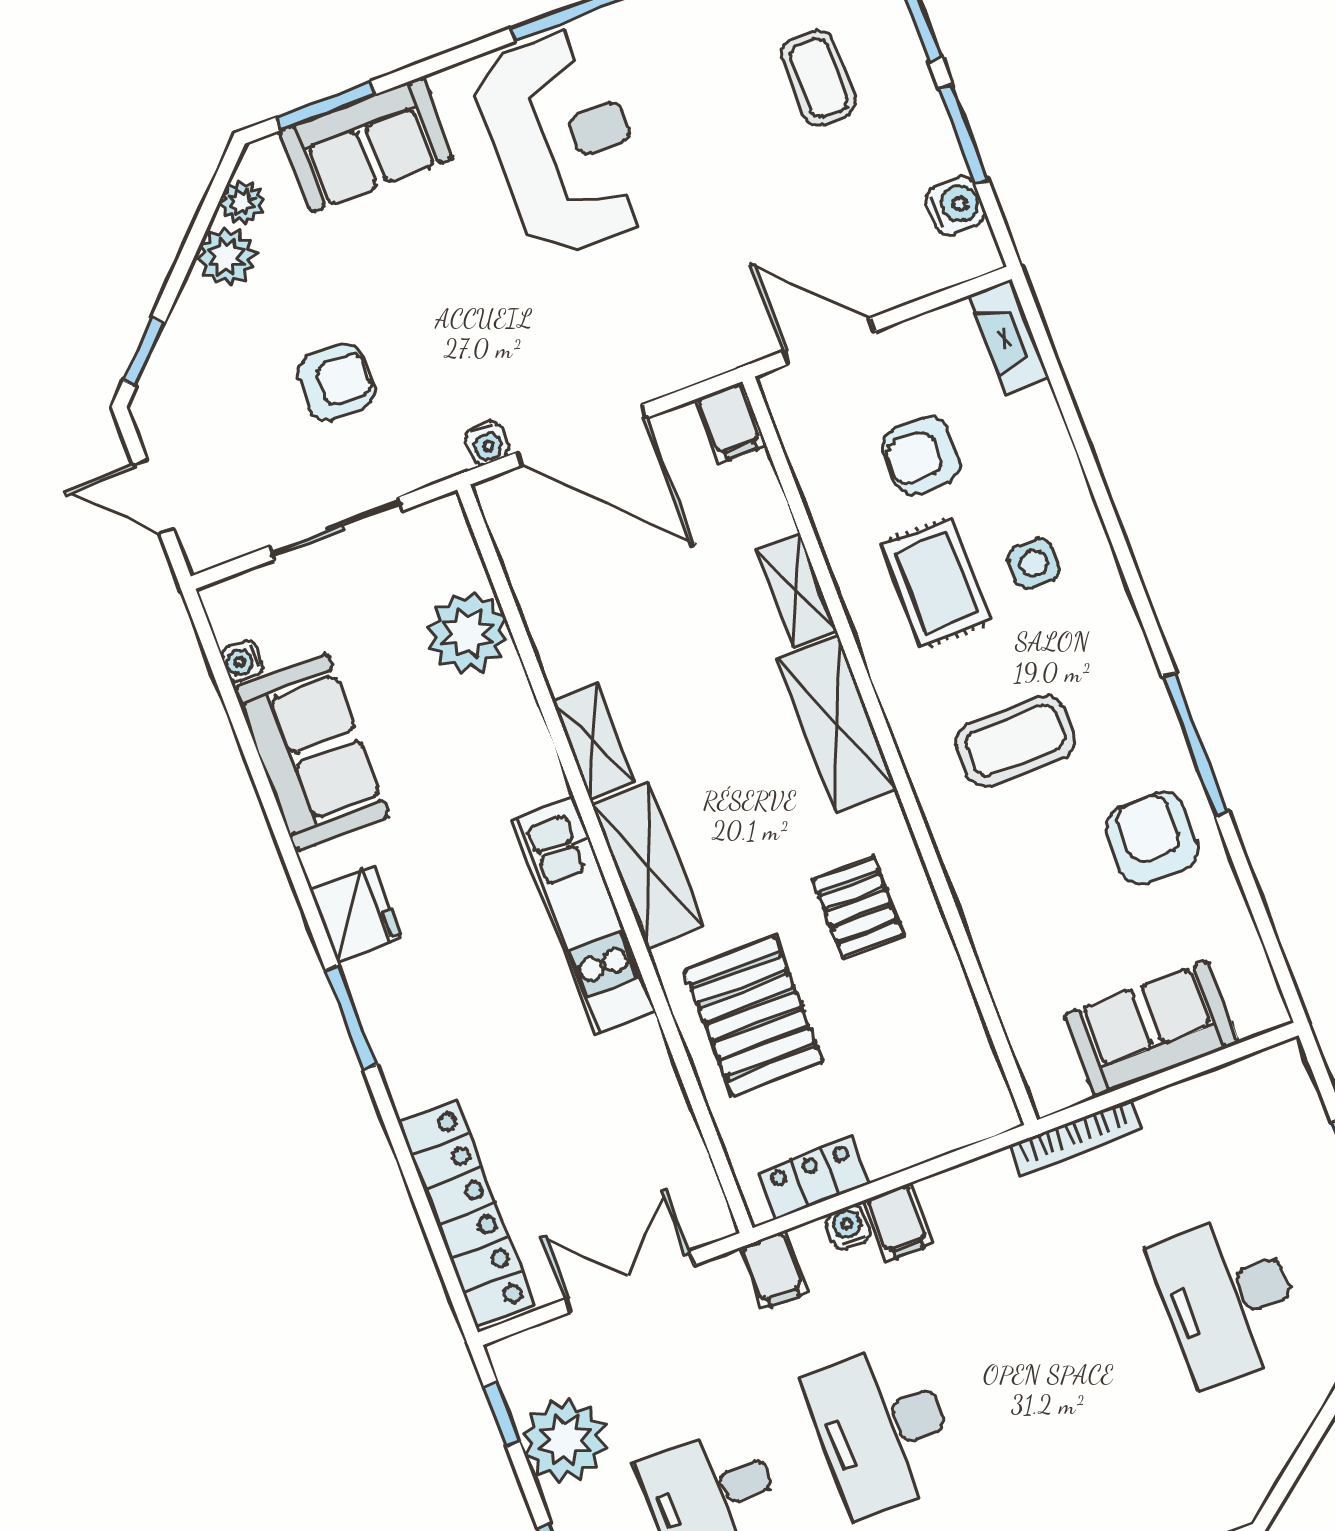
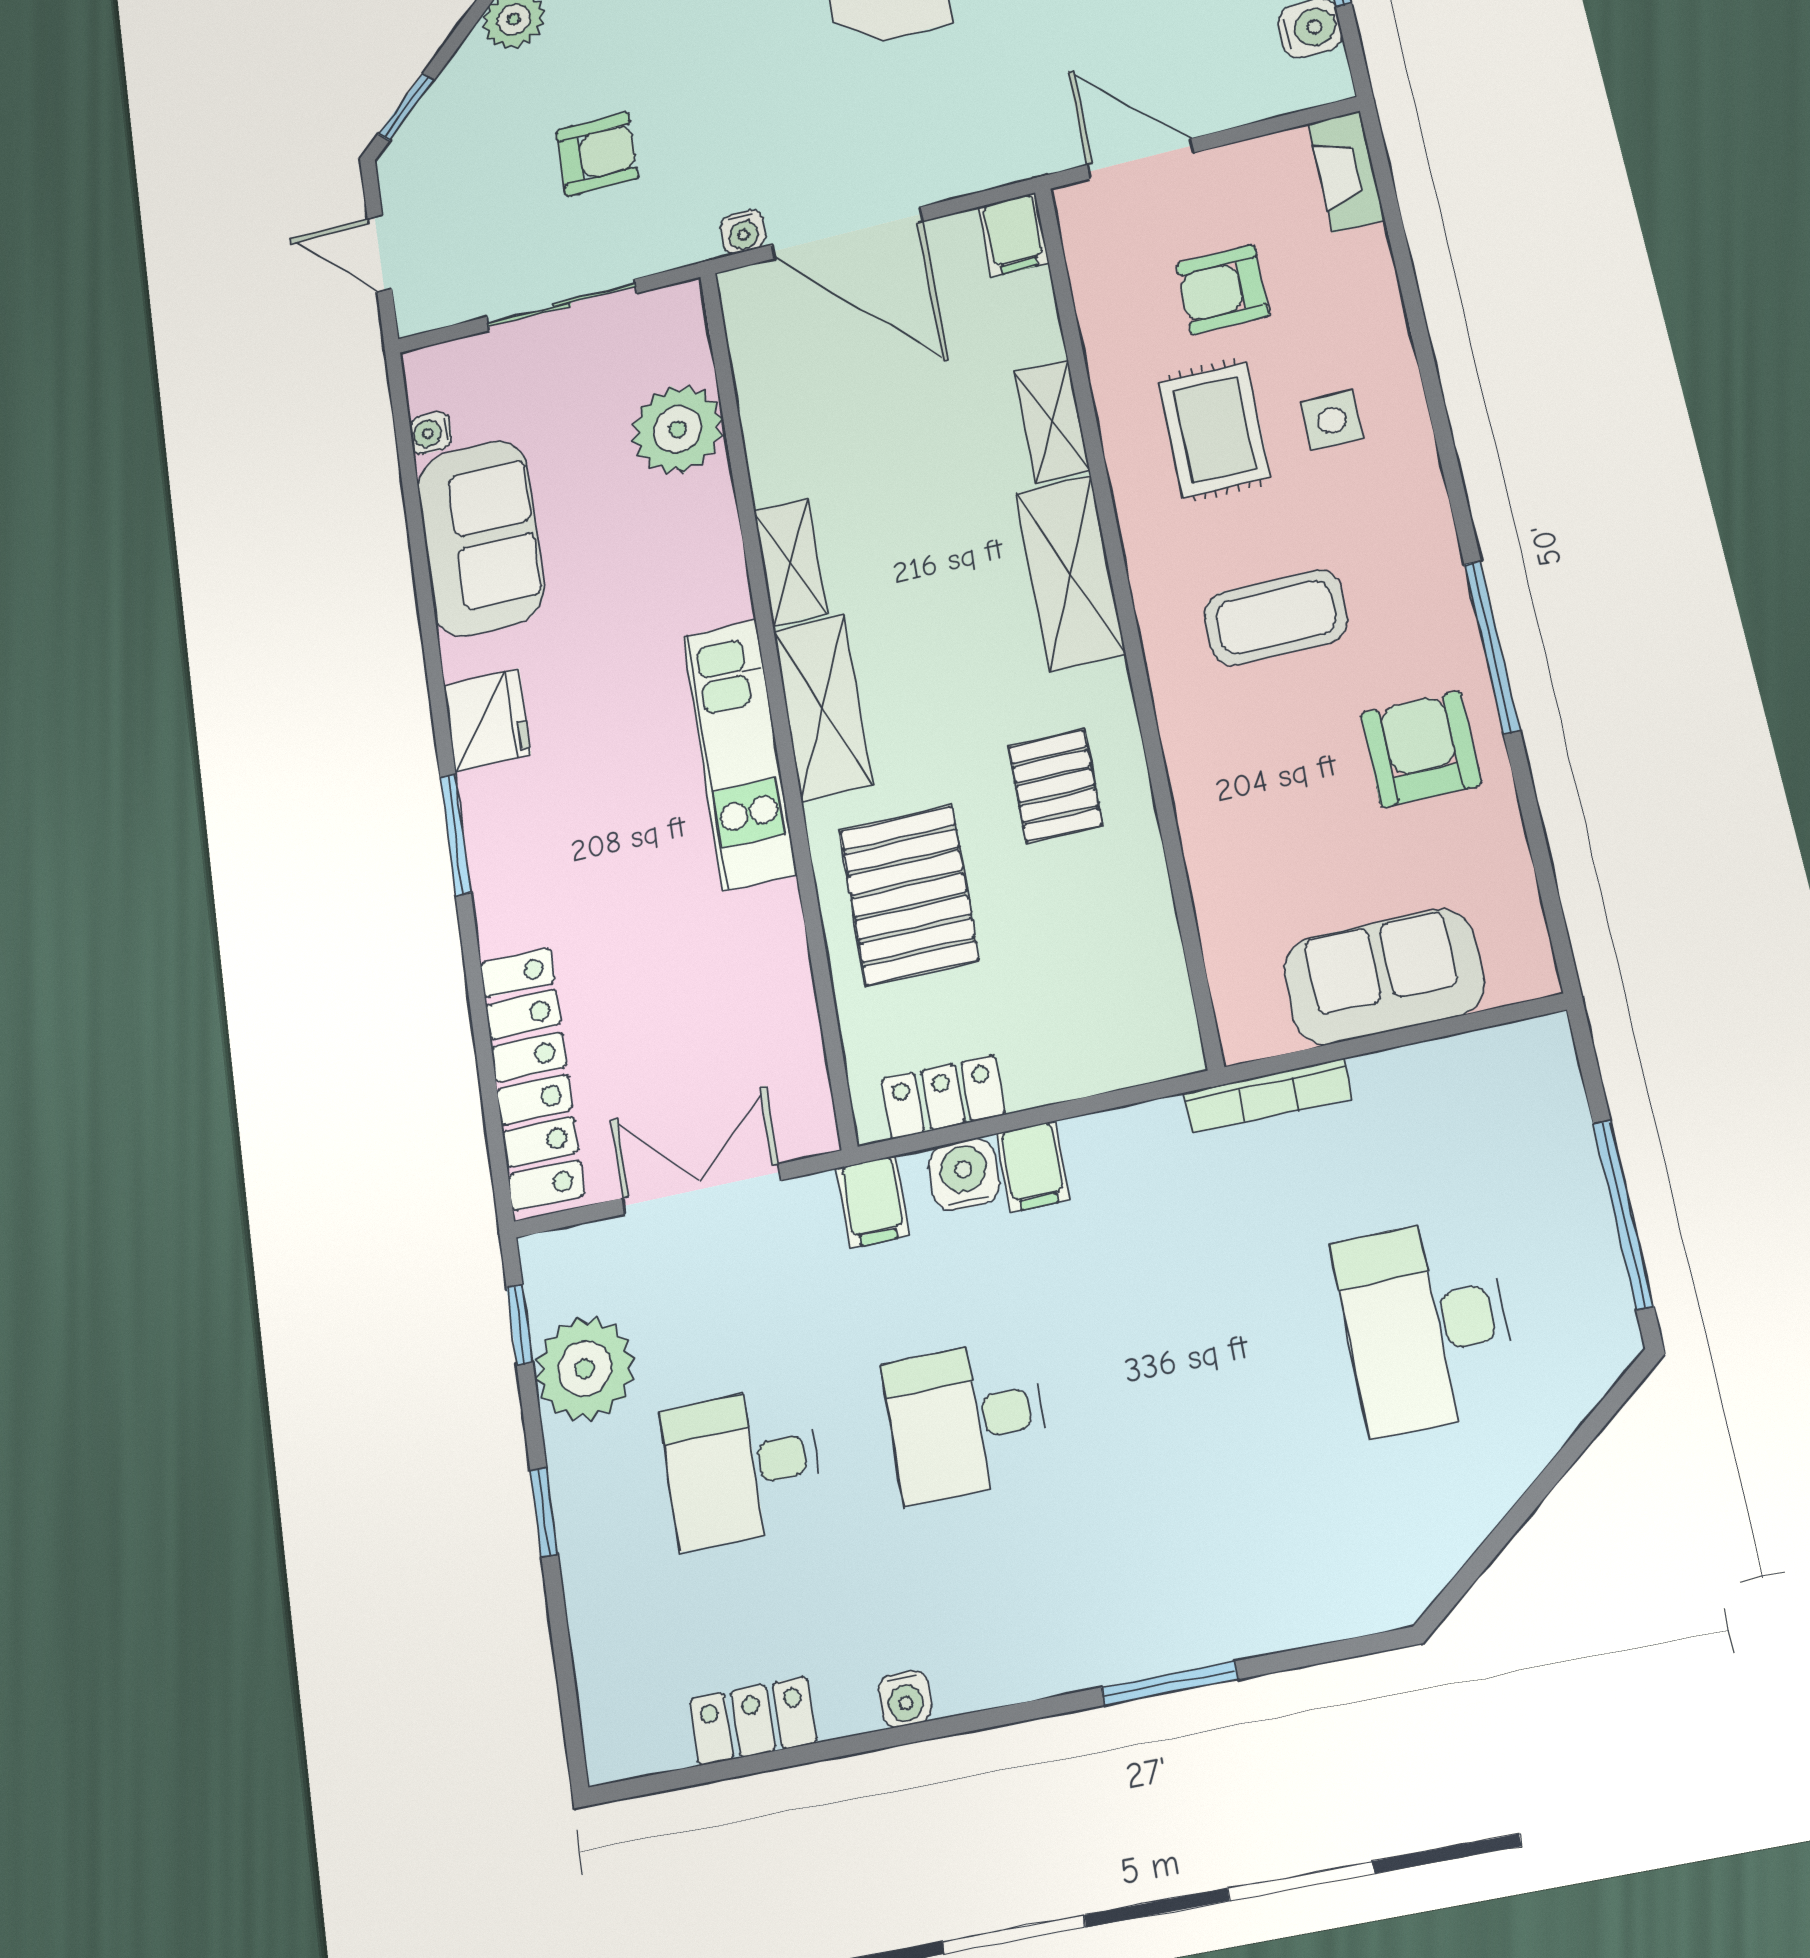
water cooler: (848, 1227) -> (964, 1174), width x1.38, depth x1.38
desk: (883, 1429) -> (966, 1420), width x0.73

